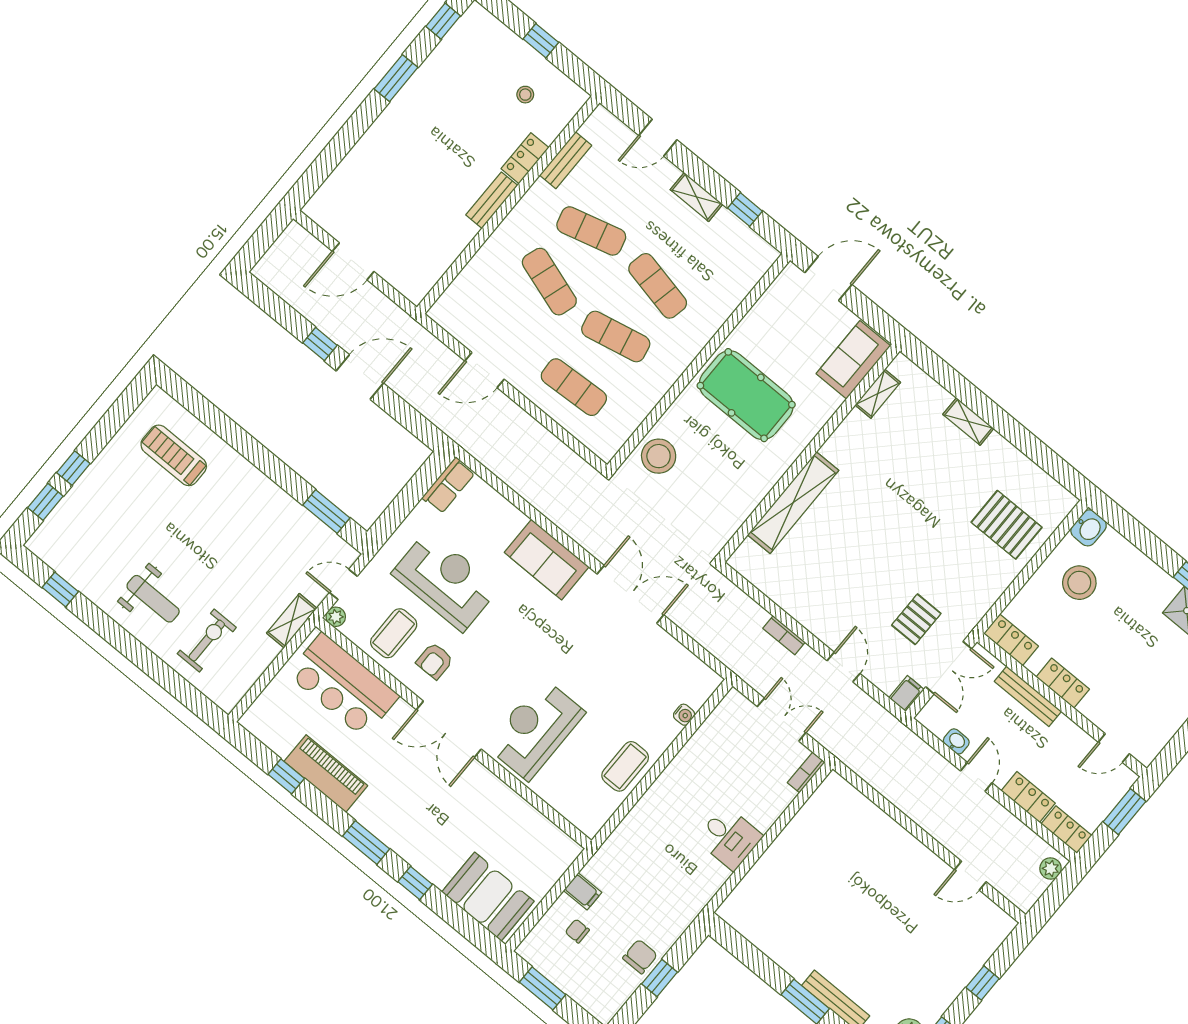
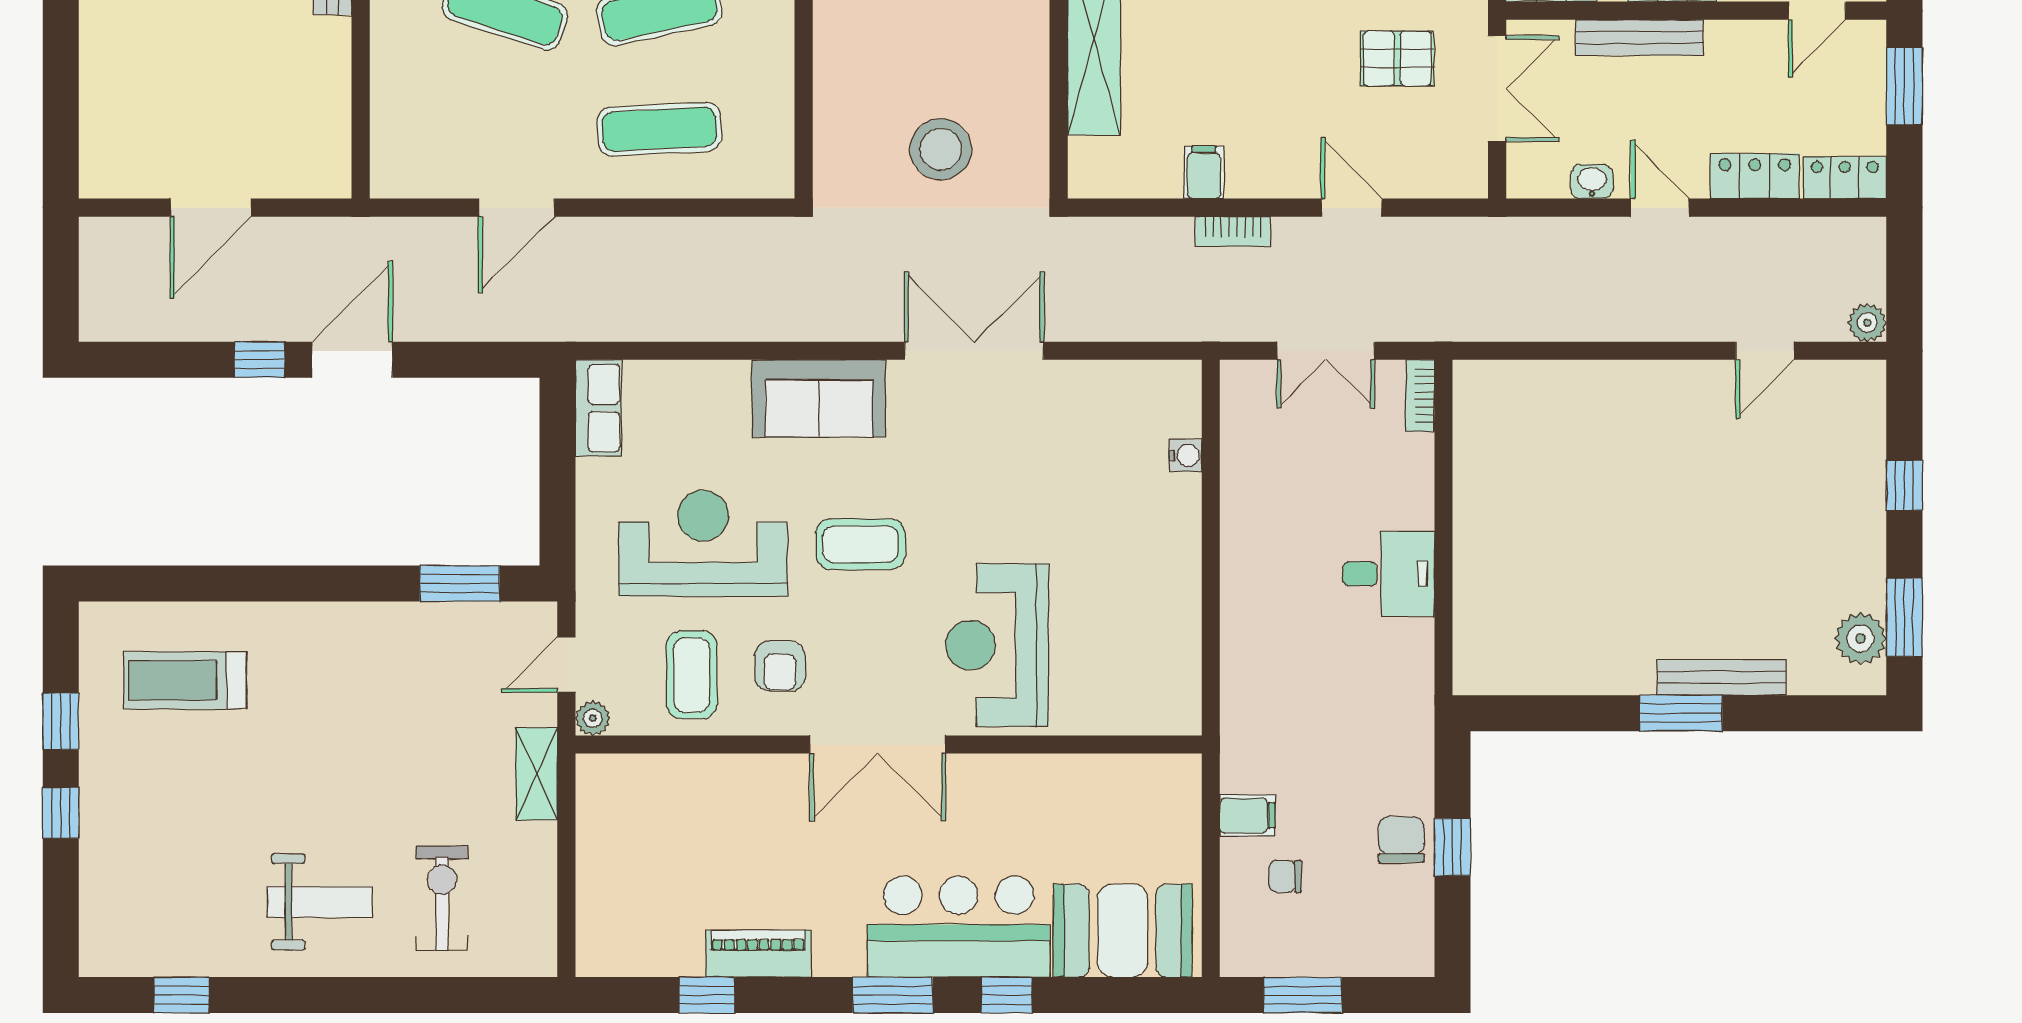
stool: (659, 456) -> (941, 149), moved
window: (45, 502) -> (61, 721), moved
pallet: (916, 619) -> (1397, 58), turned 90
bar counter: (343, 685) -> (959, 927), moved, turned 180
filing cabinet: (906, 694) -> (1204, 172), moved
double door: (782, 720) -> (1326, 351), swing flipped
coffee table: (625, 766) -> (860, 544), moved, turned 90
piano: (326, 774) -> (758, 954), width x0.73, depth x0.75
plant: (1051, 868) -> (1867, 323), moved

